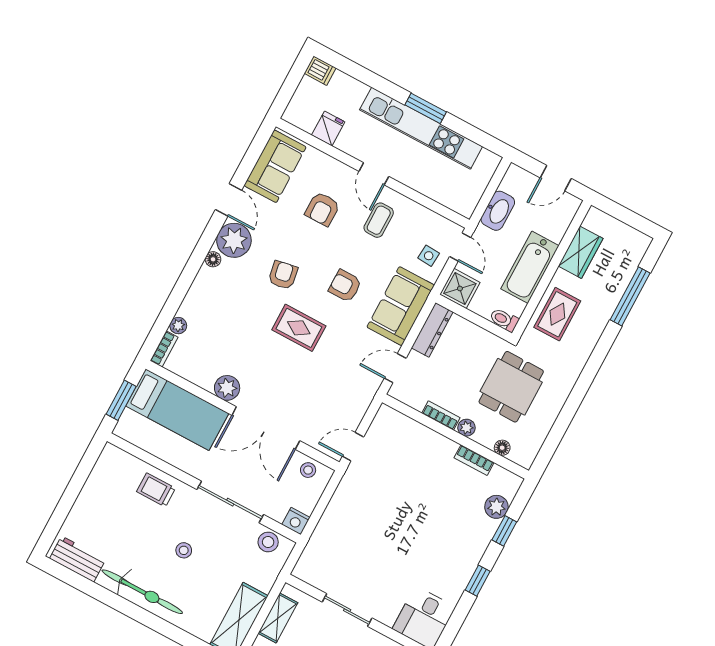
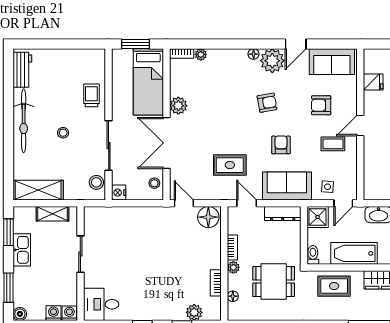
rug: (299, 328) -> (230, 165), moved, turned 90
floor lamp: (387, 425) -> (208, 217), added

